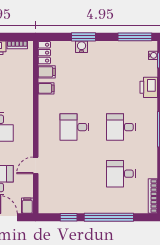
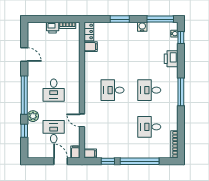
water cooler: (82, 47) -> (142, 27), moved
filing cabinet: (46, 88) -> (90, 154), moved
door: (36, 165) -> (82, 120), hinge flipped

